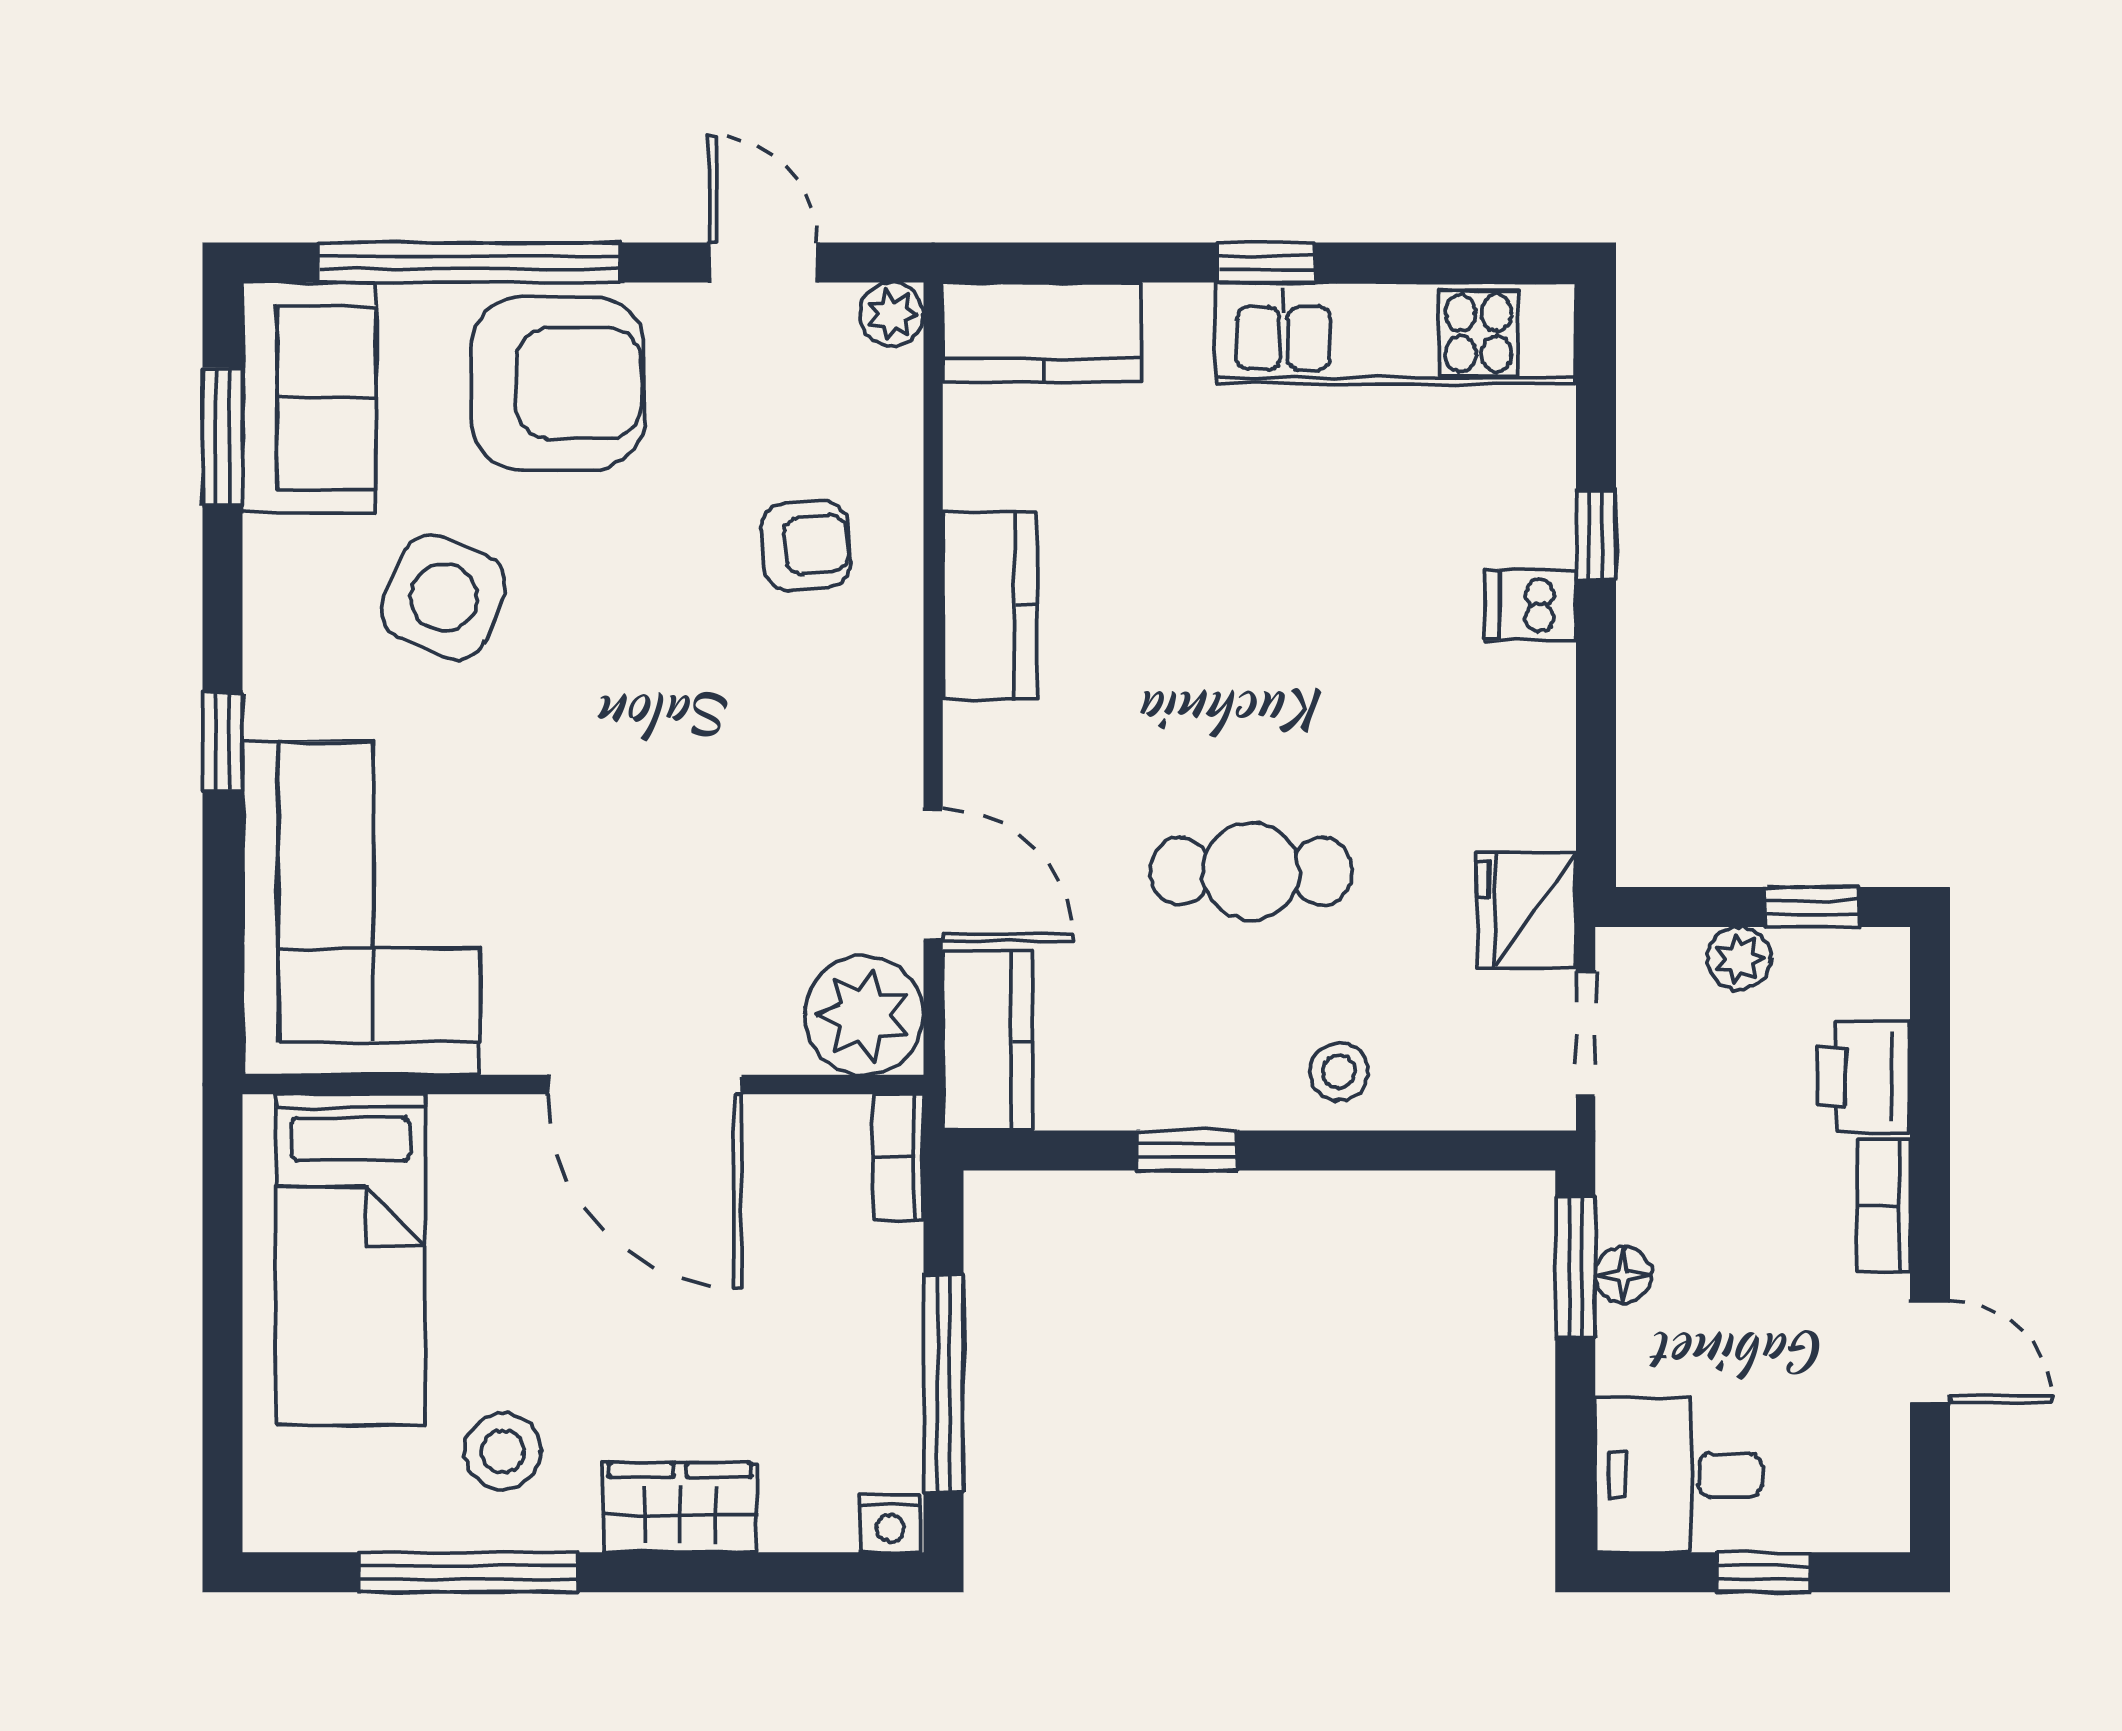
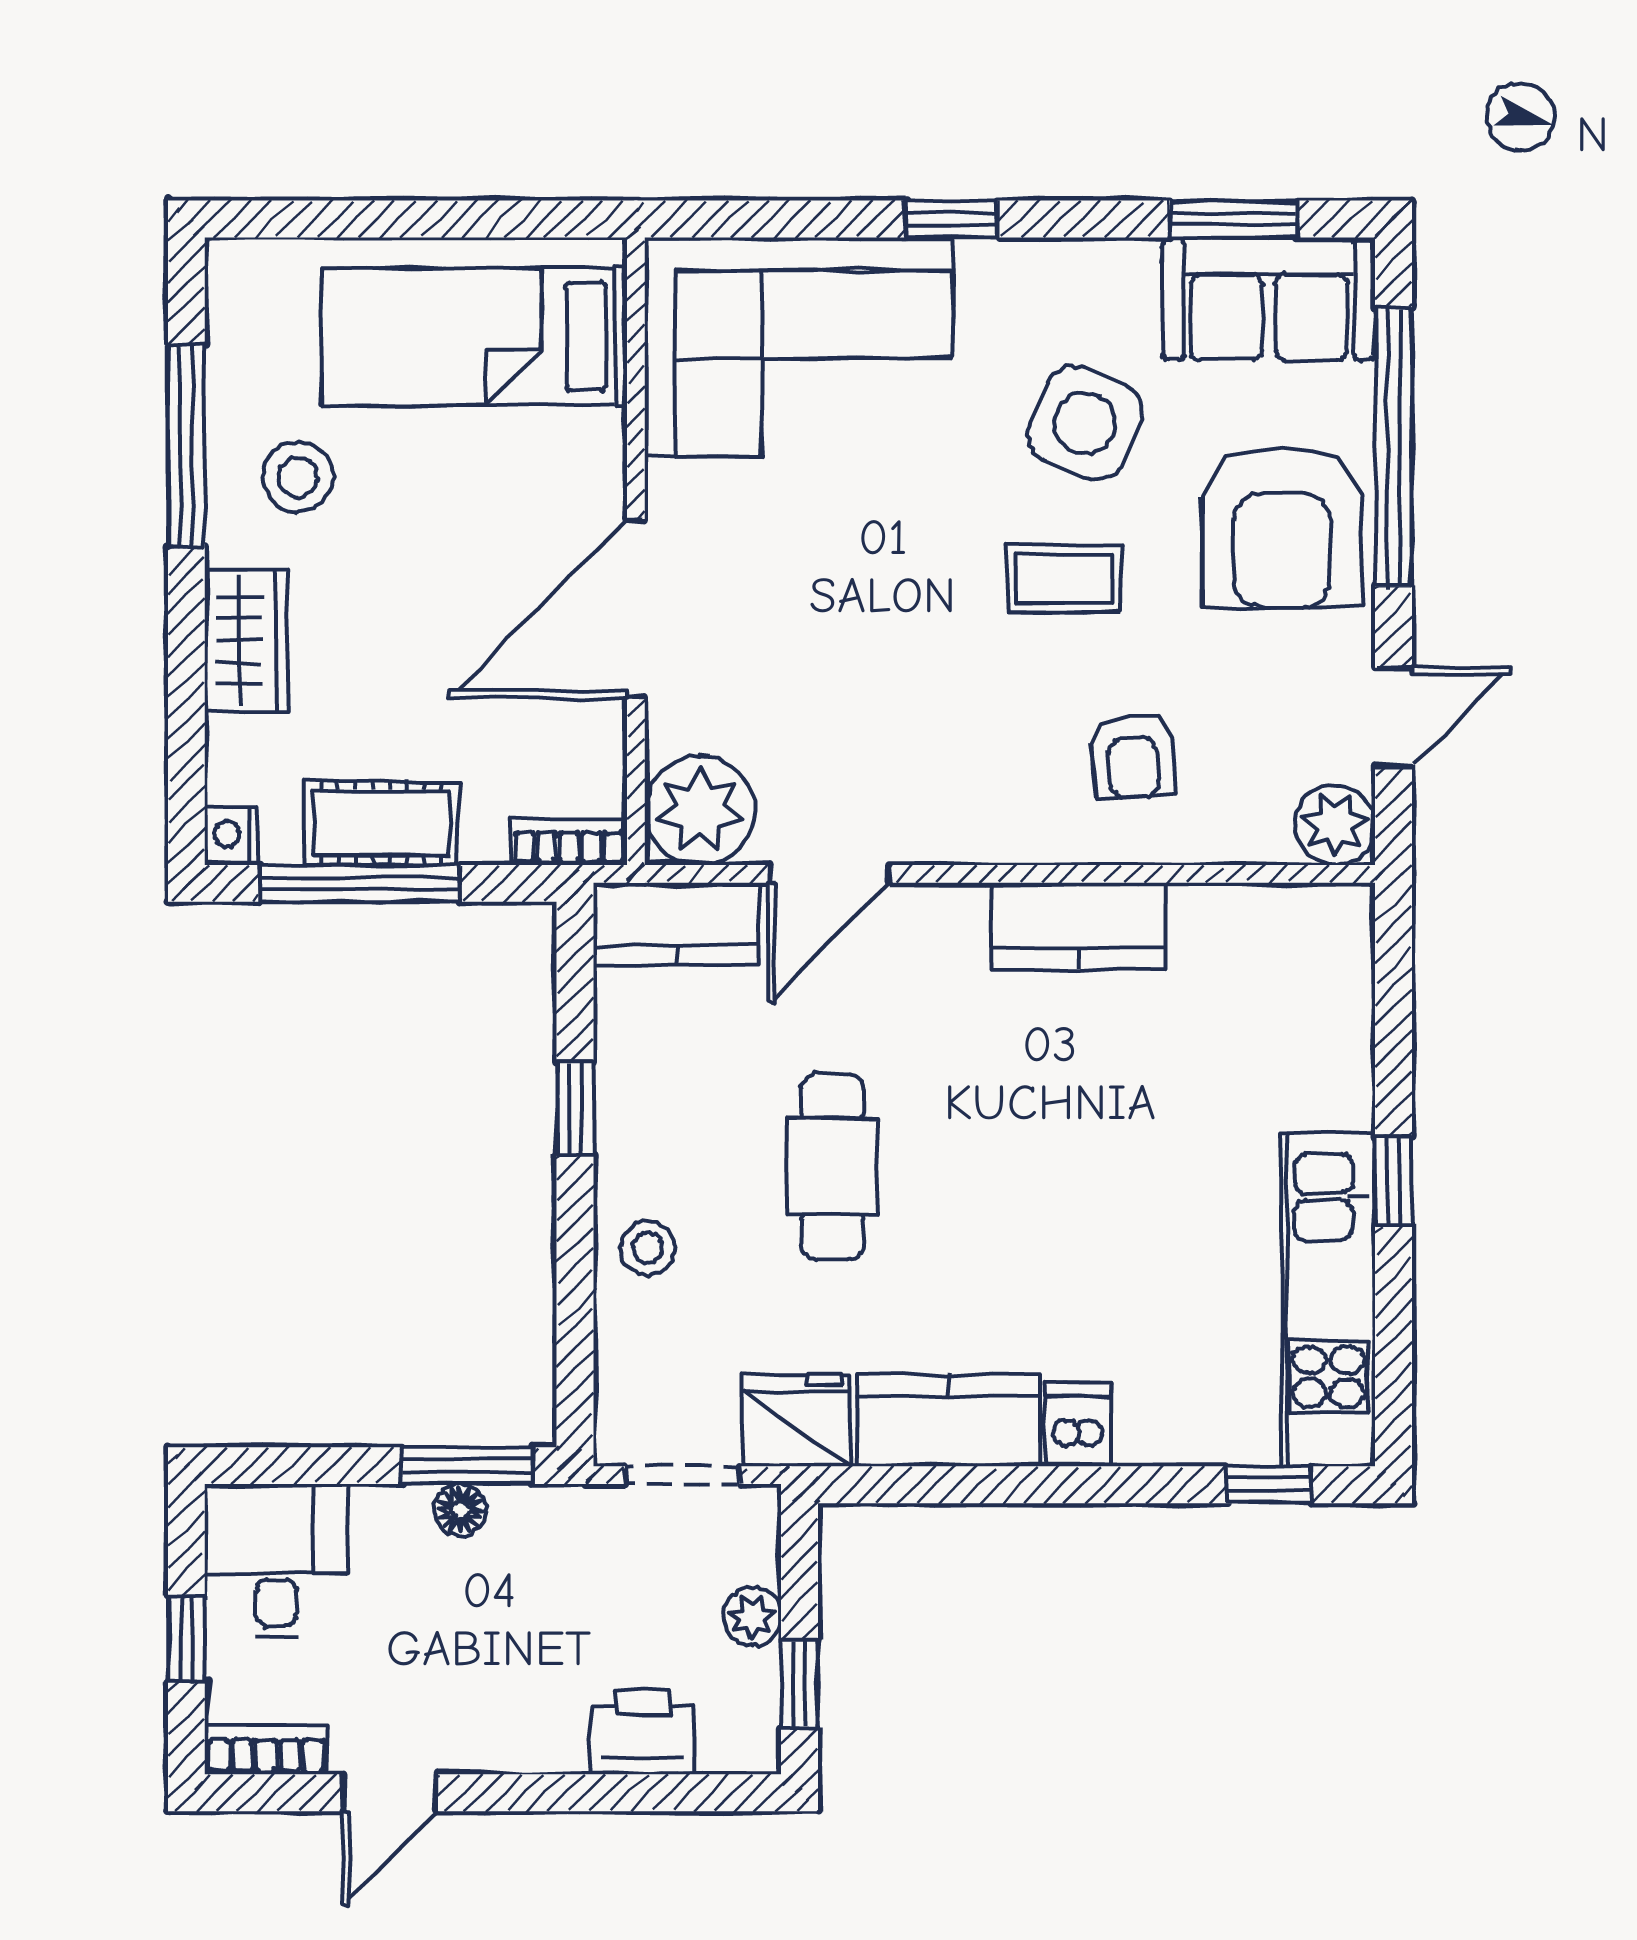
plant: (892, 314) -> (1335, 825), width x1.38, depth x1.38
kitchen counter: (1042, 332) -> (948, 1420), moved, turned 90
window: (1596, 535) -> (1269, 1485), moved
coffee table: (613, 620) -> (1064, 579), added
bookcase: (1884, 1206) -> (266, 1750), moved
cot: (878, 1360) -> (382, 823), added

